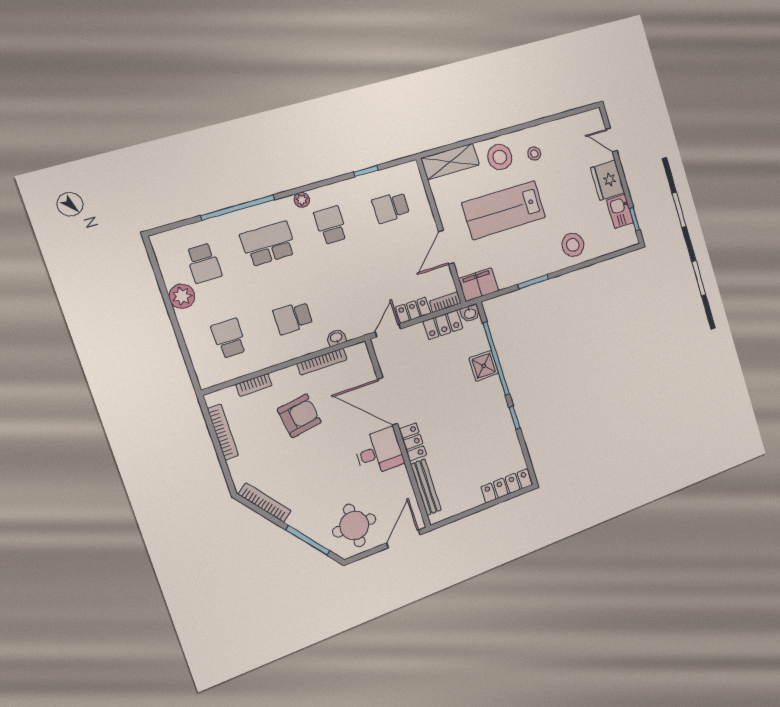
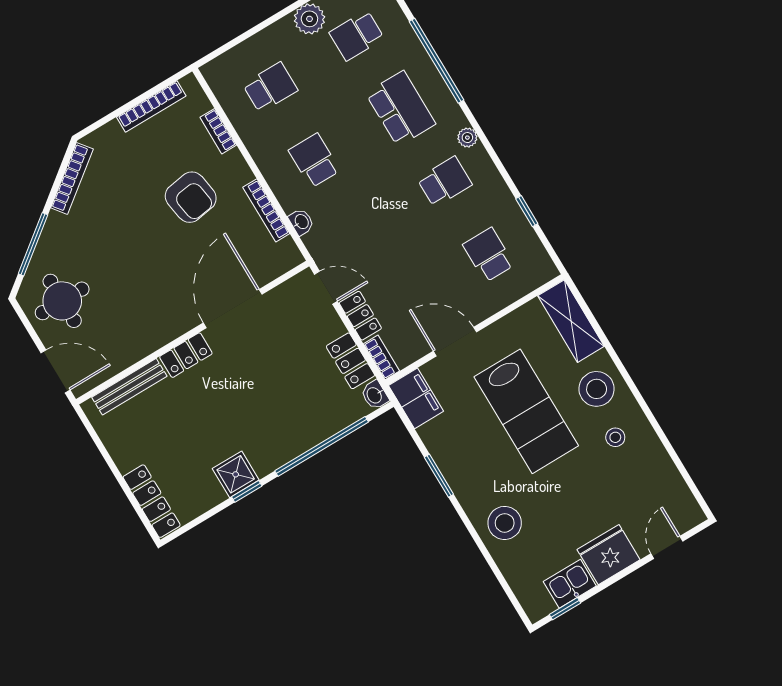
lab bench: (504, 210) -> (526, 411), turned 180
shower: (484, 366) -> (236, 474), moved
desk: (379, 452) -> (164, 312), removed

